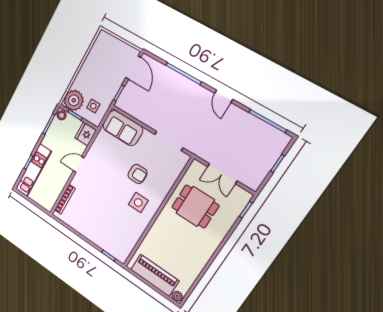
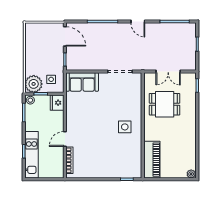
door: (79, 164) -> (65, 139), moved
armchair: (138, 174) -> (112, 107), removed
piano: (155, 275) -> (152, 160), moved, turned 90

